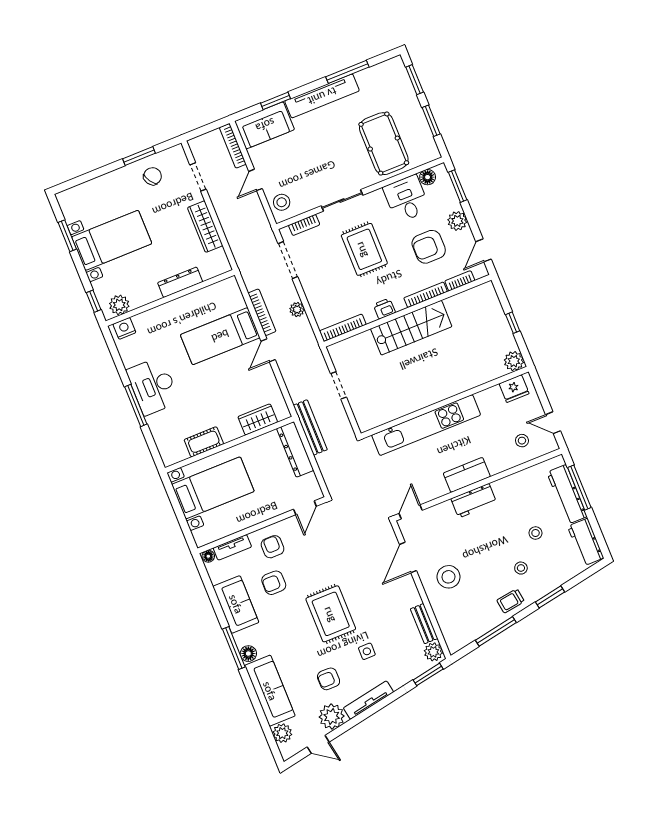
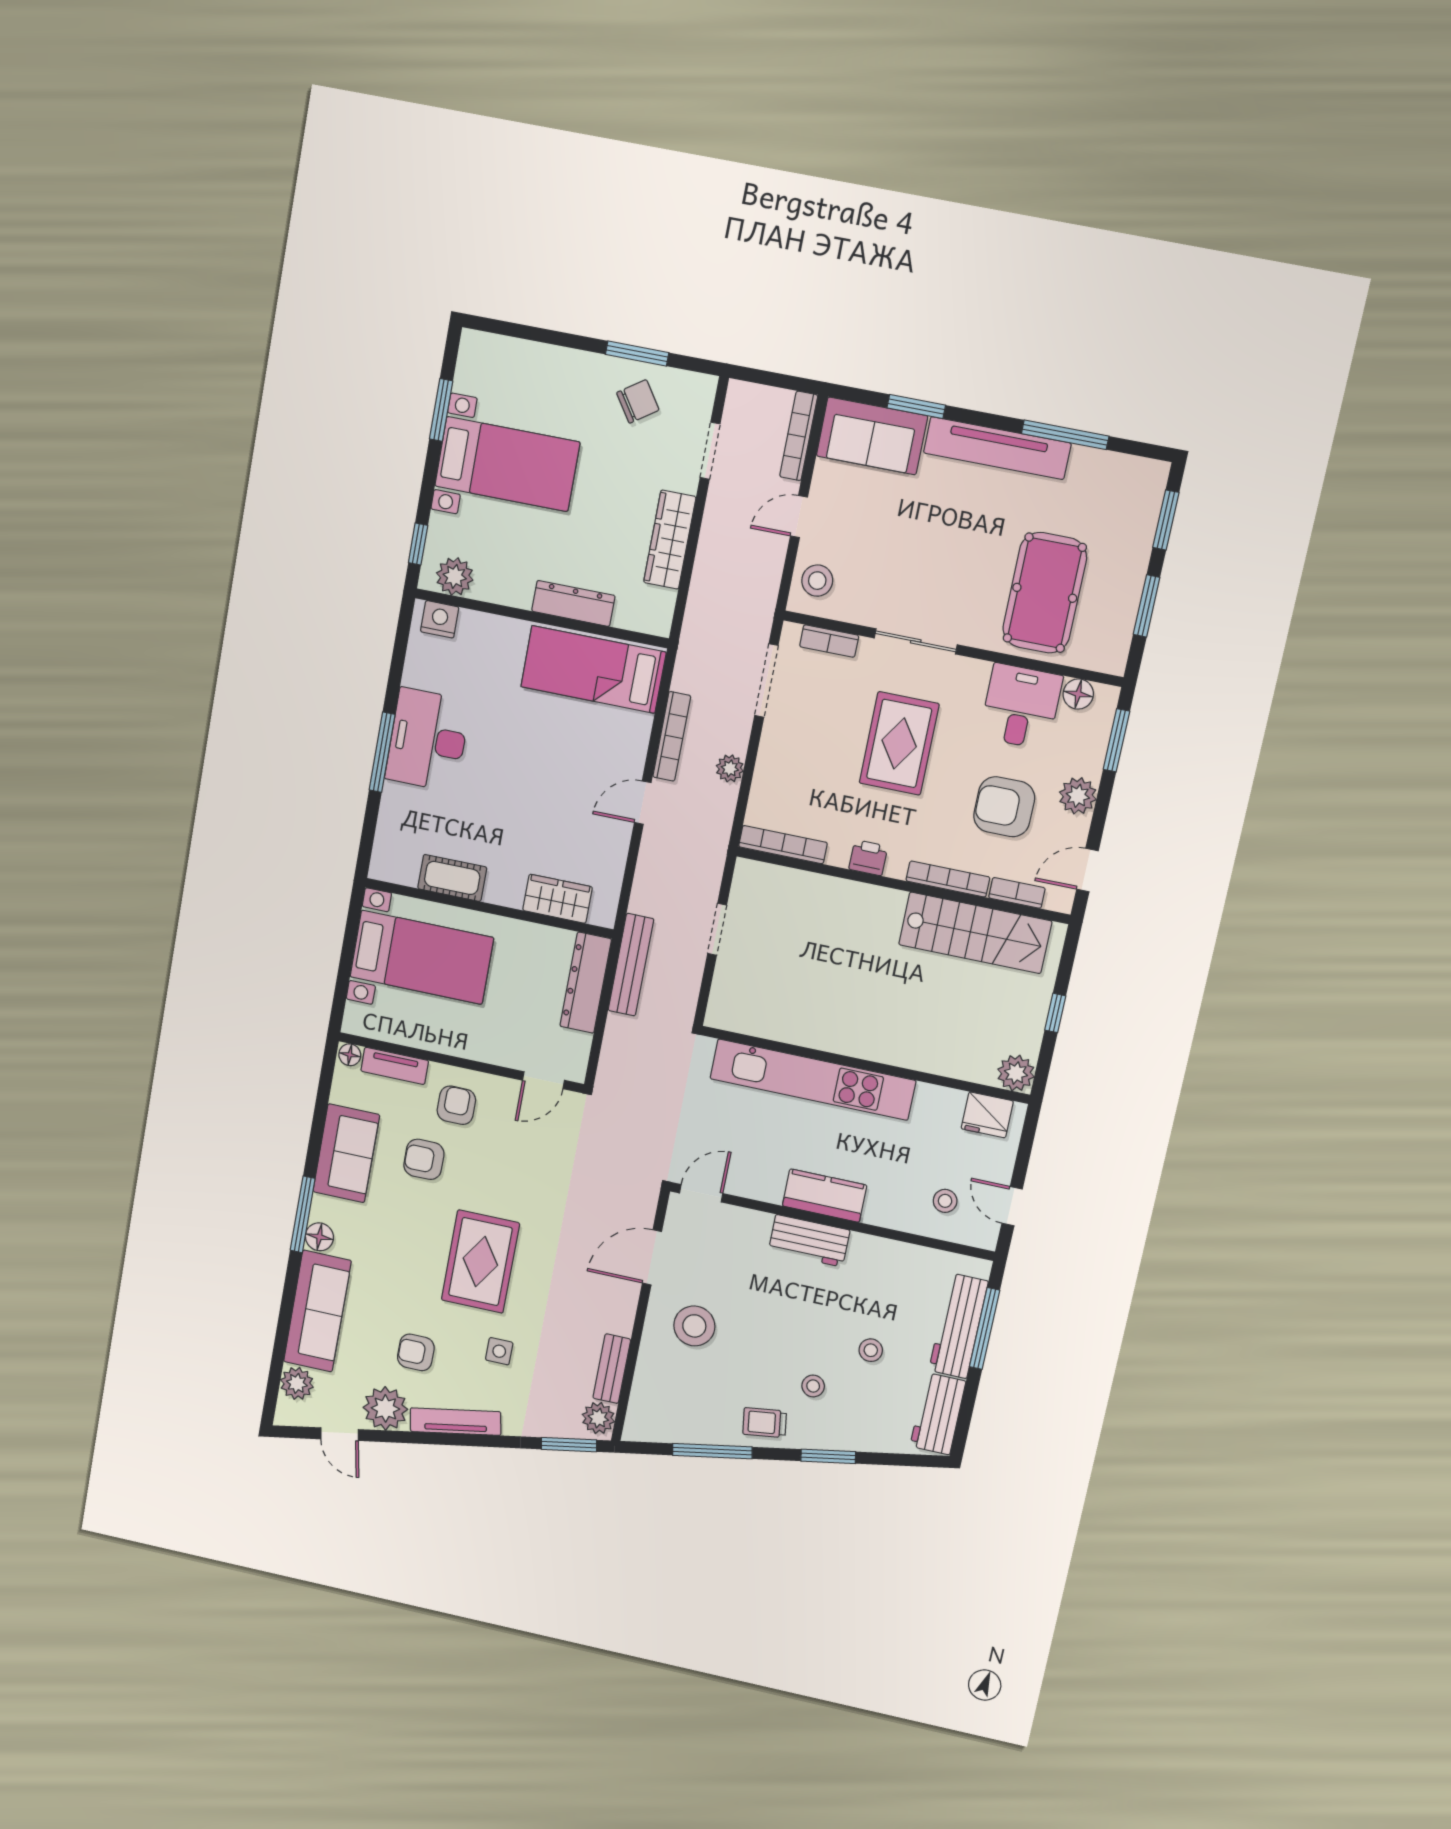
stairs: (411, 328) -> (975, 933), moved
bed: (220, 336) -> (593, 669), moved

